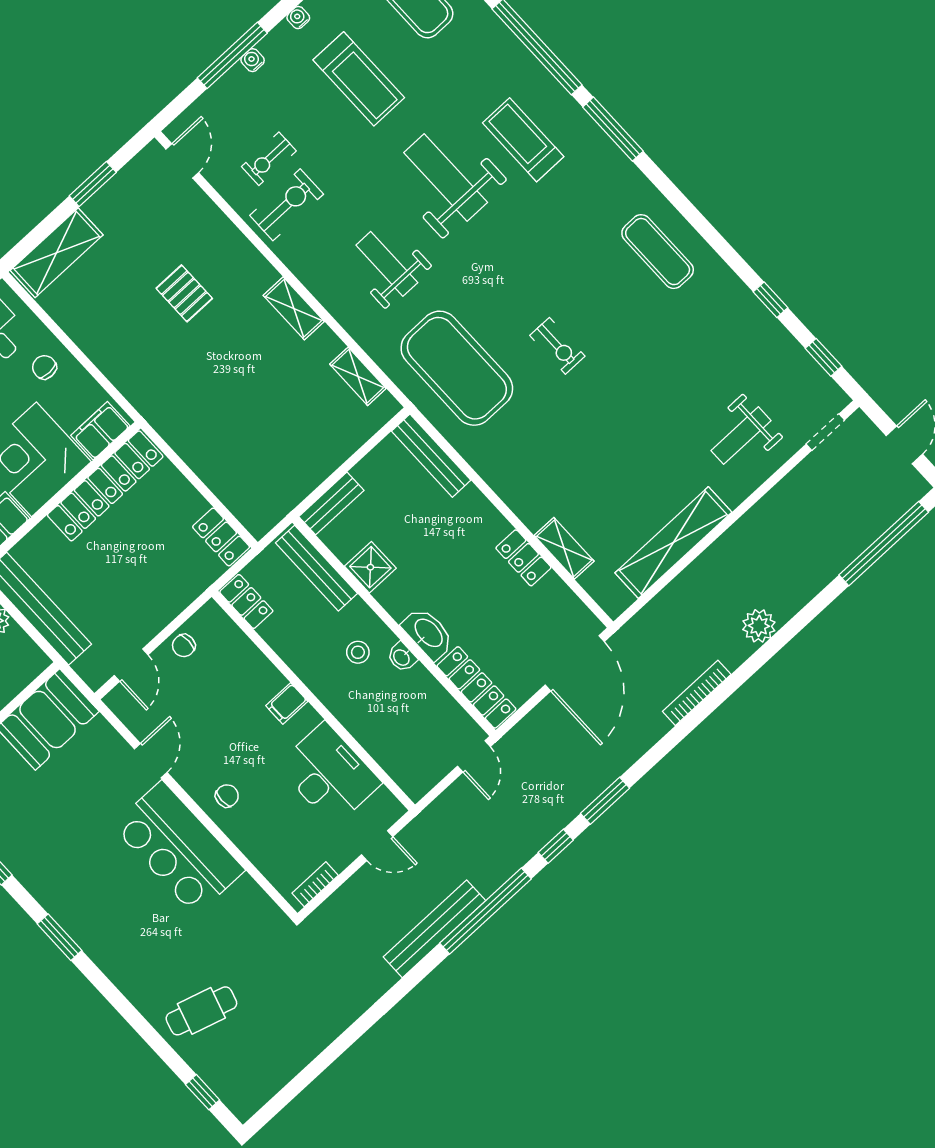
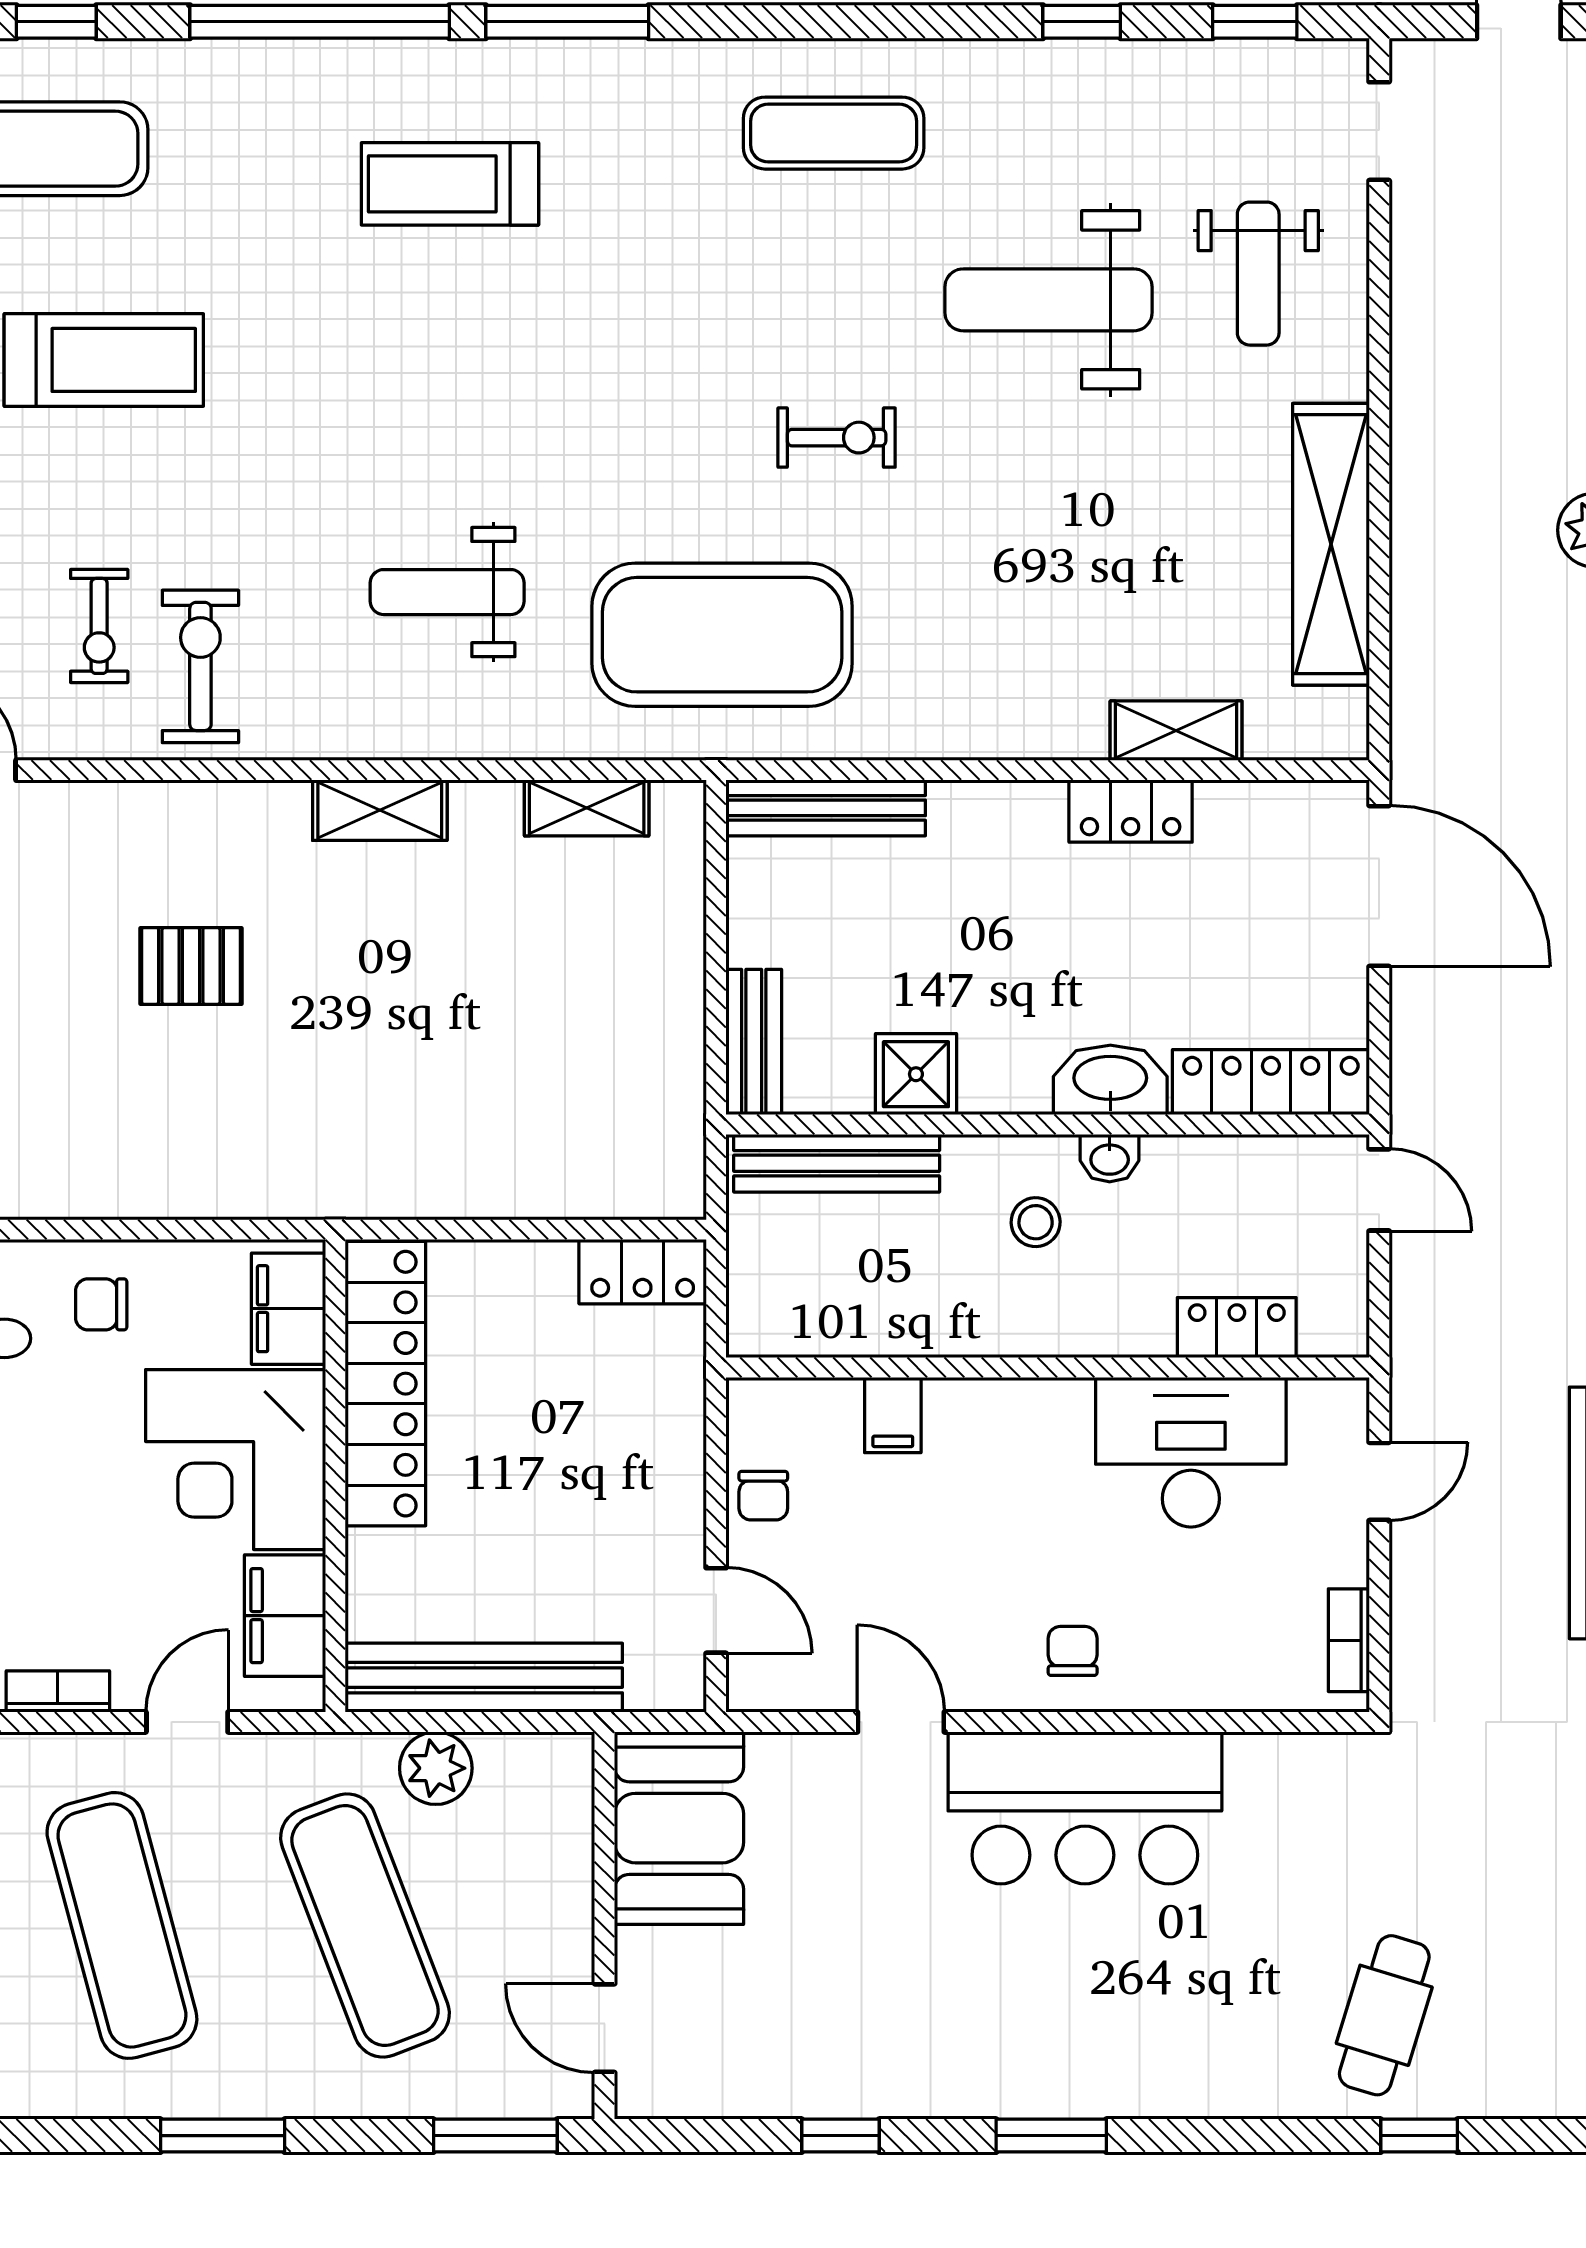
weight bench: (446, 178) -> (1048, 300), moved
locker: (246, 601) -> (1237, 1328), moved
filing cabinet: (287, 703) -> (893, 1415), moved
window: (203, 1092) -> (1419, 2136), moved

